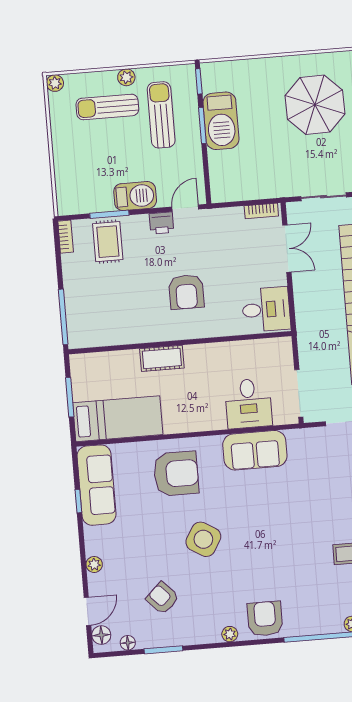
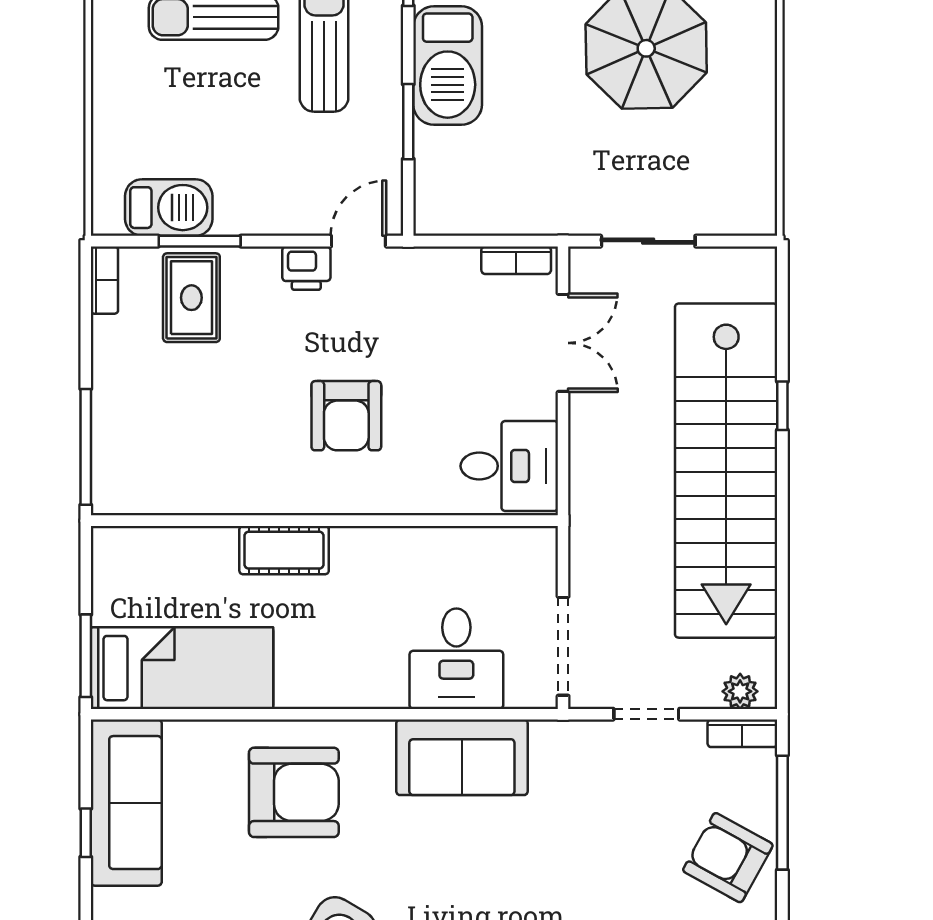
window: (202, 125) -> (408, 122), moved
barbecue: (135, 196) -> (169, 208), moved
window: (70, 397) -> (86, 656), moved

